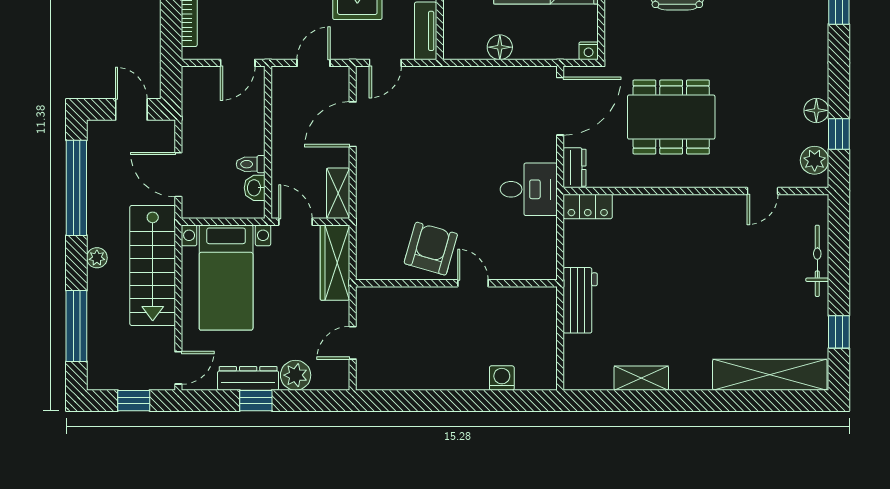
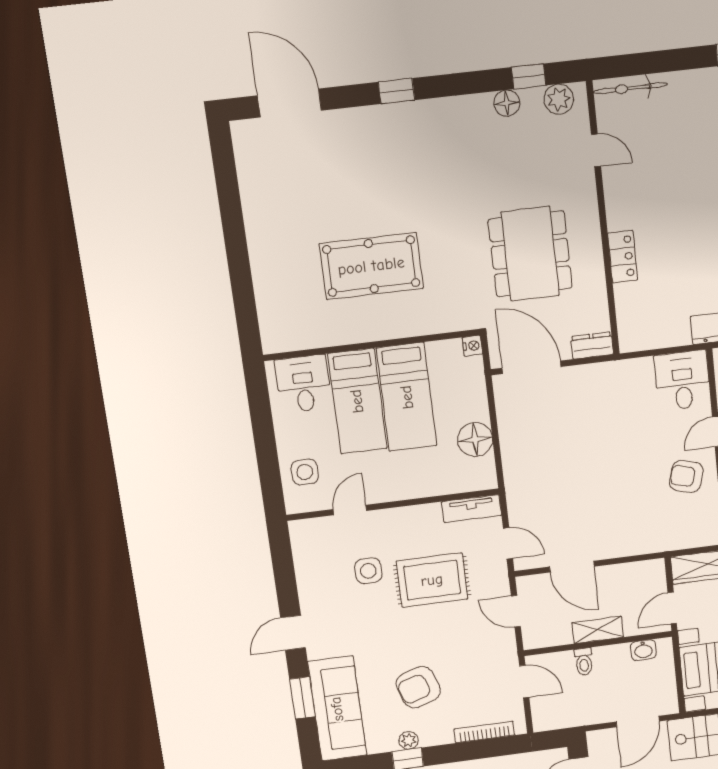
floor lamp: (500, 47) -> (475, 440), width x1.38, depth x1.38
toilet: (251, 164) -> (584, 662), moved
desk: (529, 189) -> (682, 381), moved
shelving: (338, 193) -> (598, 630), moved
locker: (588, 206) -> (623, 257), moved
armchair: (431, 249) -> (686, 476), width x0.72, depth x0.72
bicycle: (817, 261) -> (630, 88), moved

